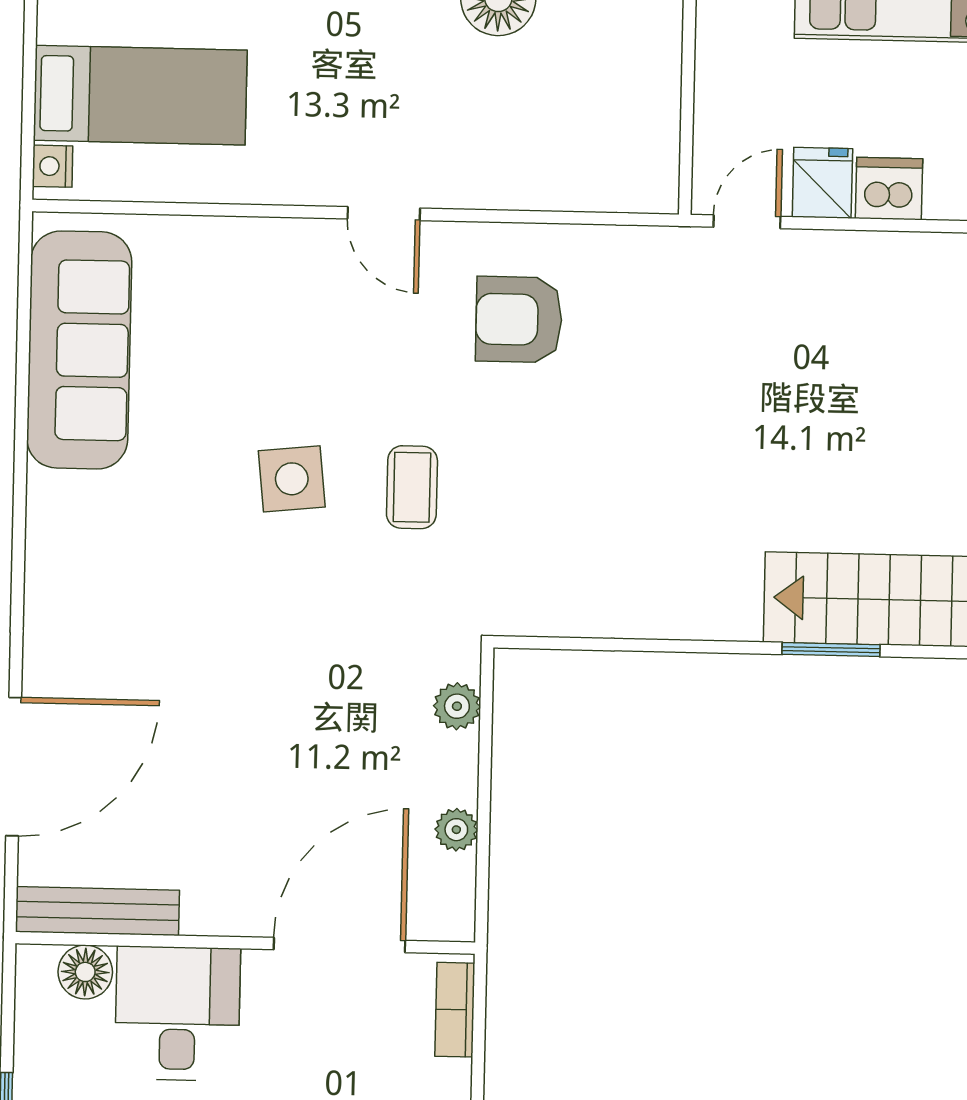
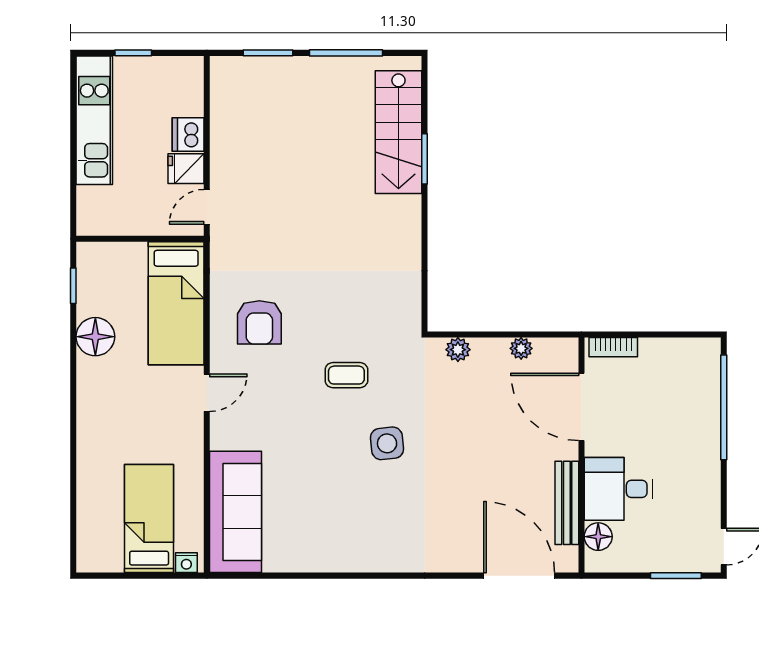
bed: (560, 158) -> (176, 303), added
door: (747, 222) -> (207, 207), hinge flipped
sofa: (79, 350) -> (235, 512), moved, turned 90
side table: (292, 479) -> (387, 443), moved
door: (14, 767) -> (519, 576), moved
bench: (98, 911) -> (567, 503), moved

